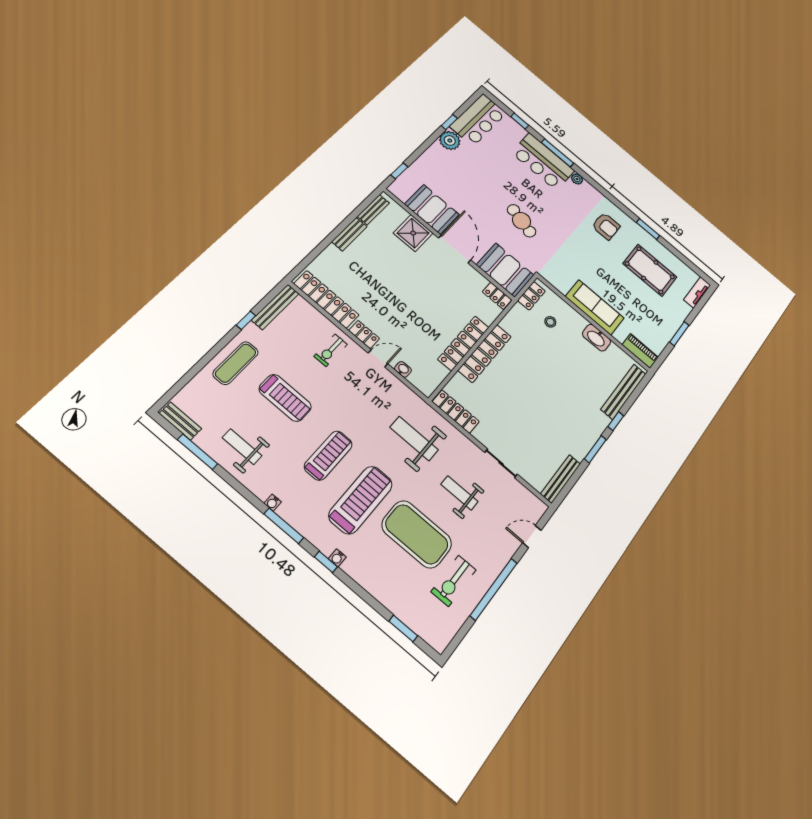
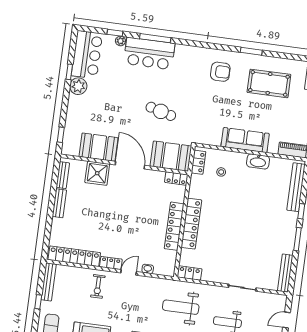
plant: (577, 179) -> (120, 41), moved
locker: (456, 412) -> (189, 273), width x0.66

